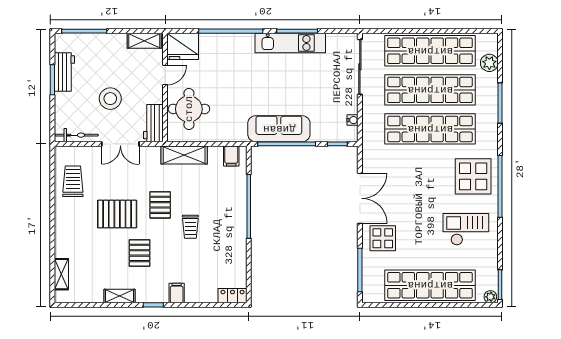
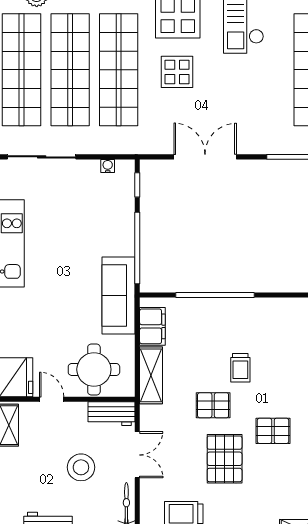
sofa: (279, 129) -> (118, 296), moved
filing cabinet: (231, 156) -> (152, 326), width x2.00
trolley: (190, 227) -> (240, 368), turned 90
display table: (383, 238) -> (177, 72), moved

